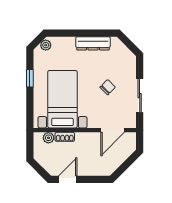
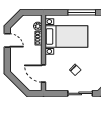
window: (30, 78) -> (82, 12), width x2.17
sliding door: (140, 96) -> (80, 93), moved

